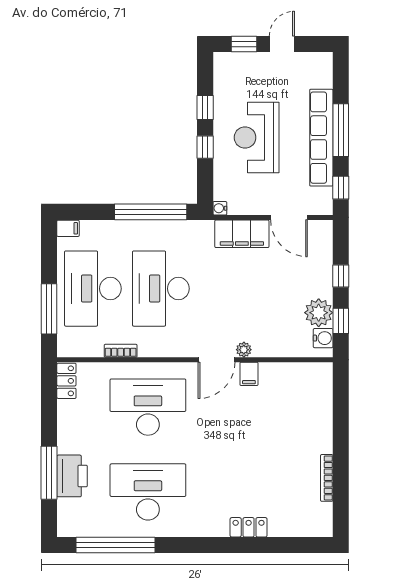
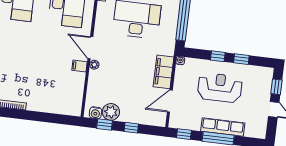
row of seats: (321, 138) -> (223, 127), width x0.73

